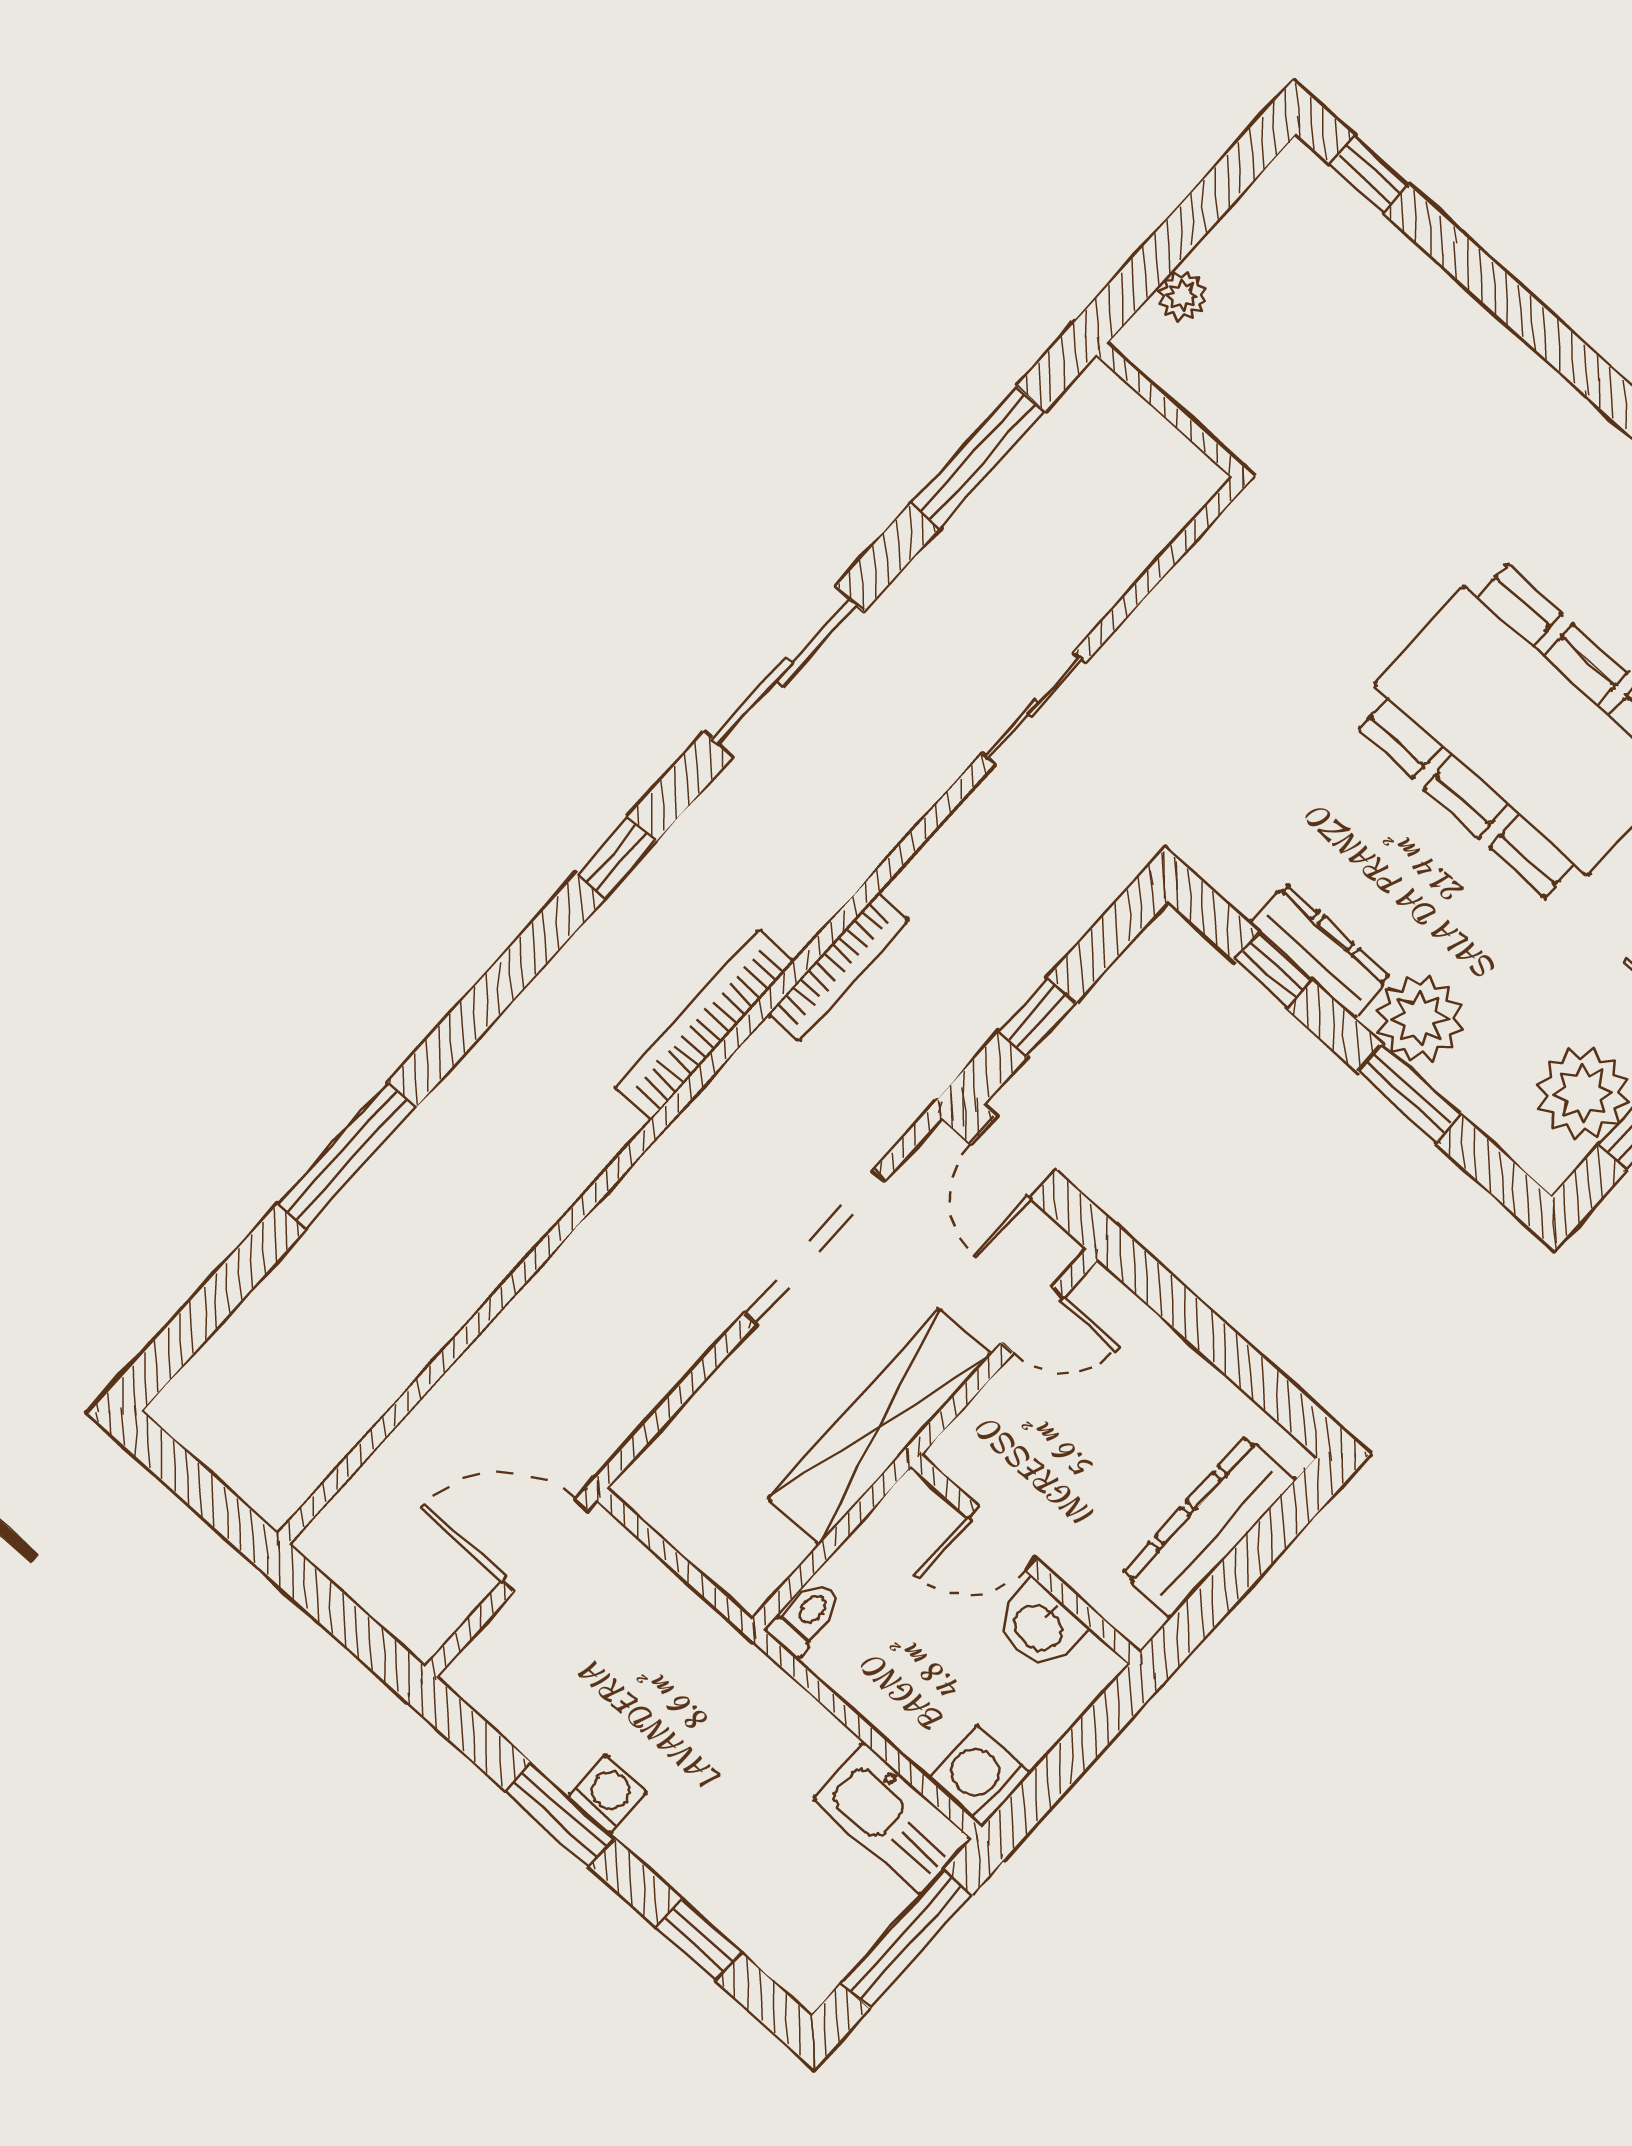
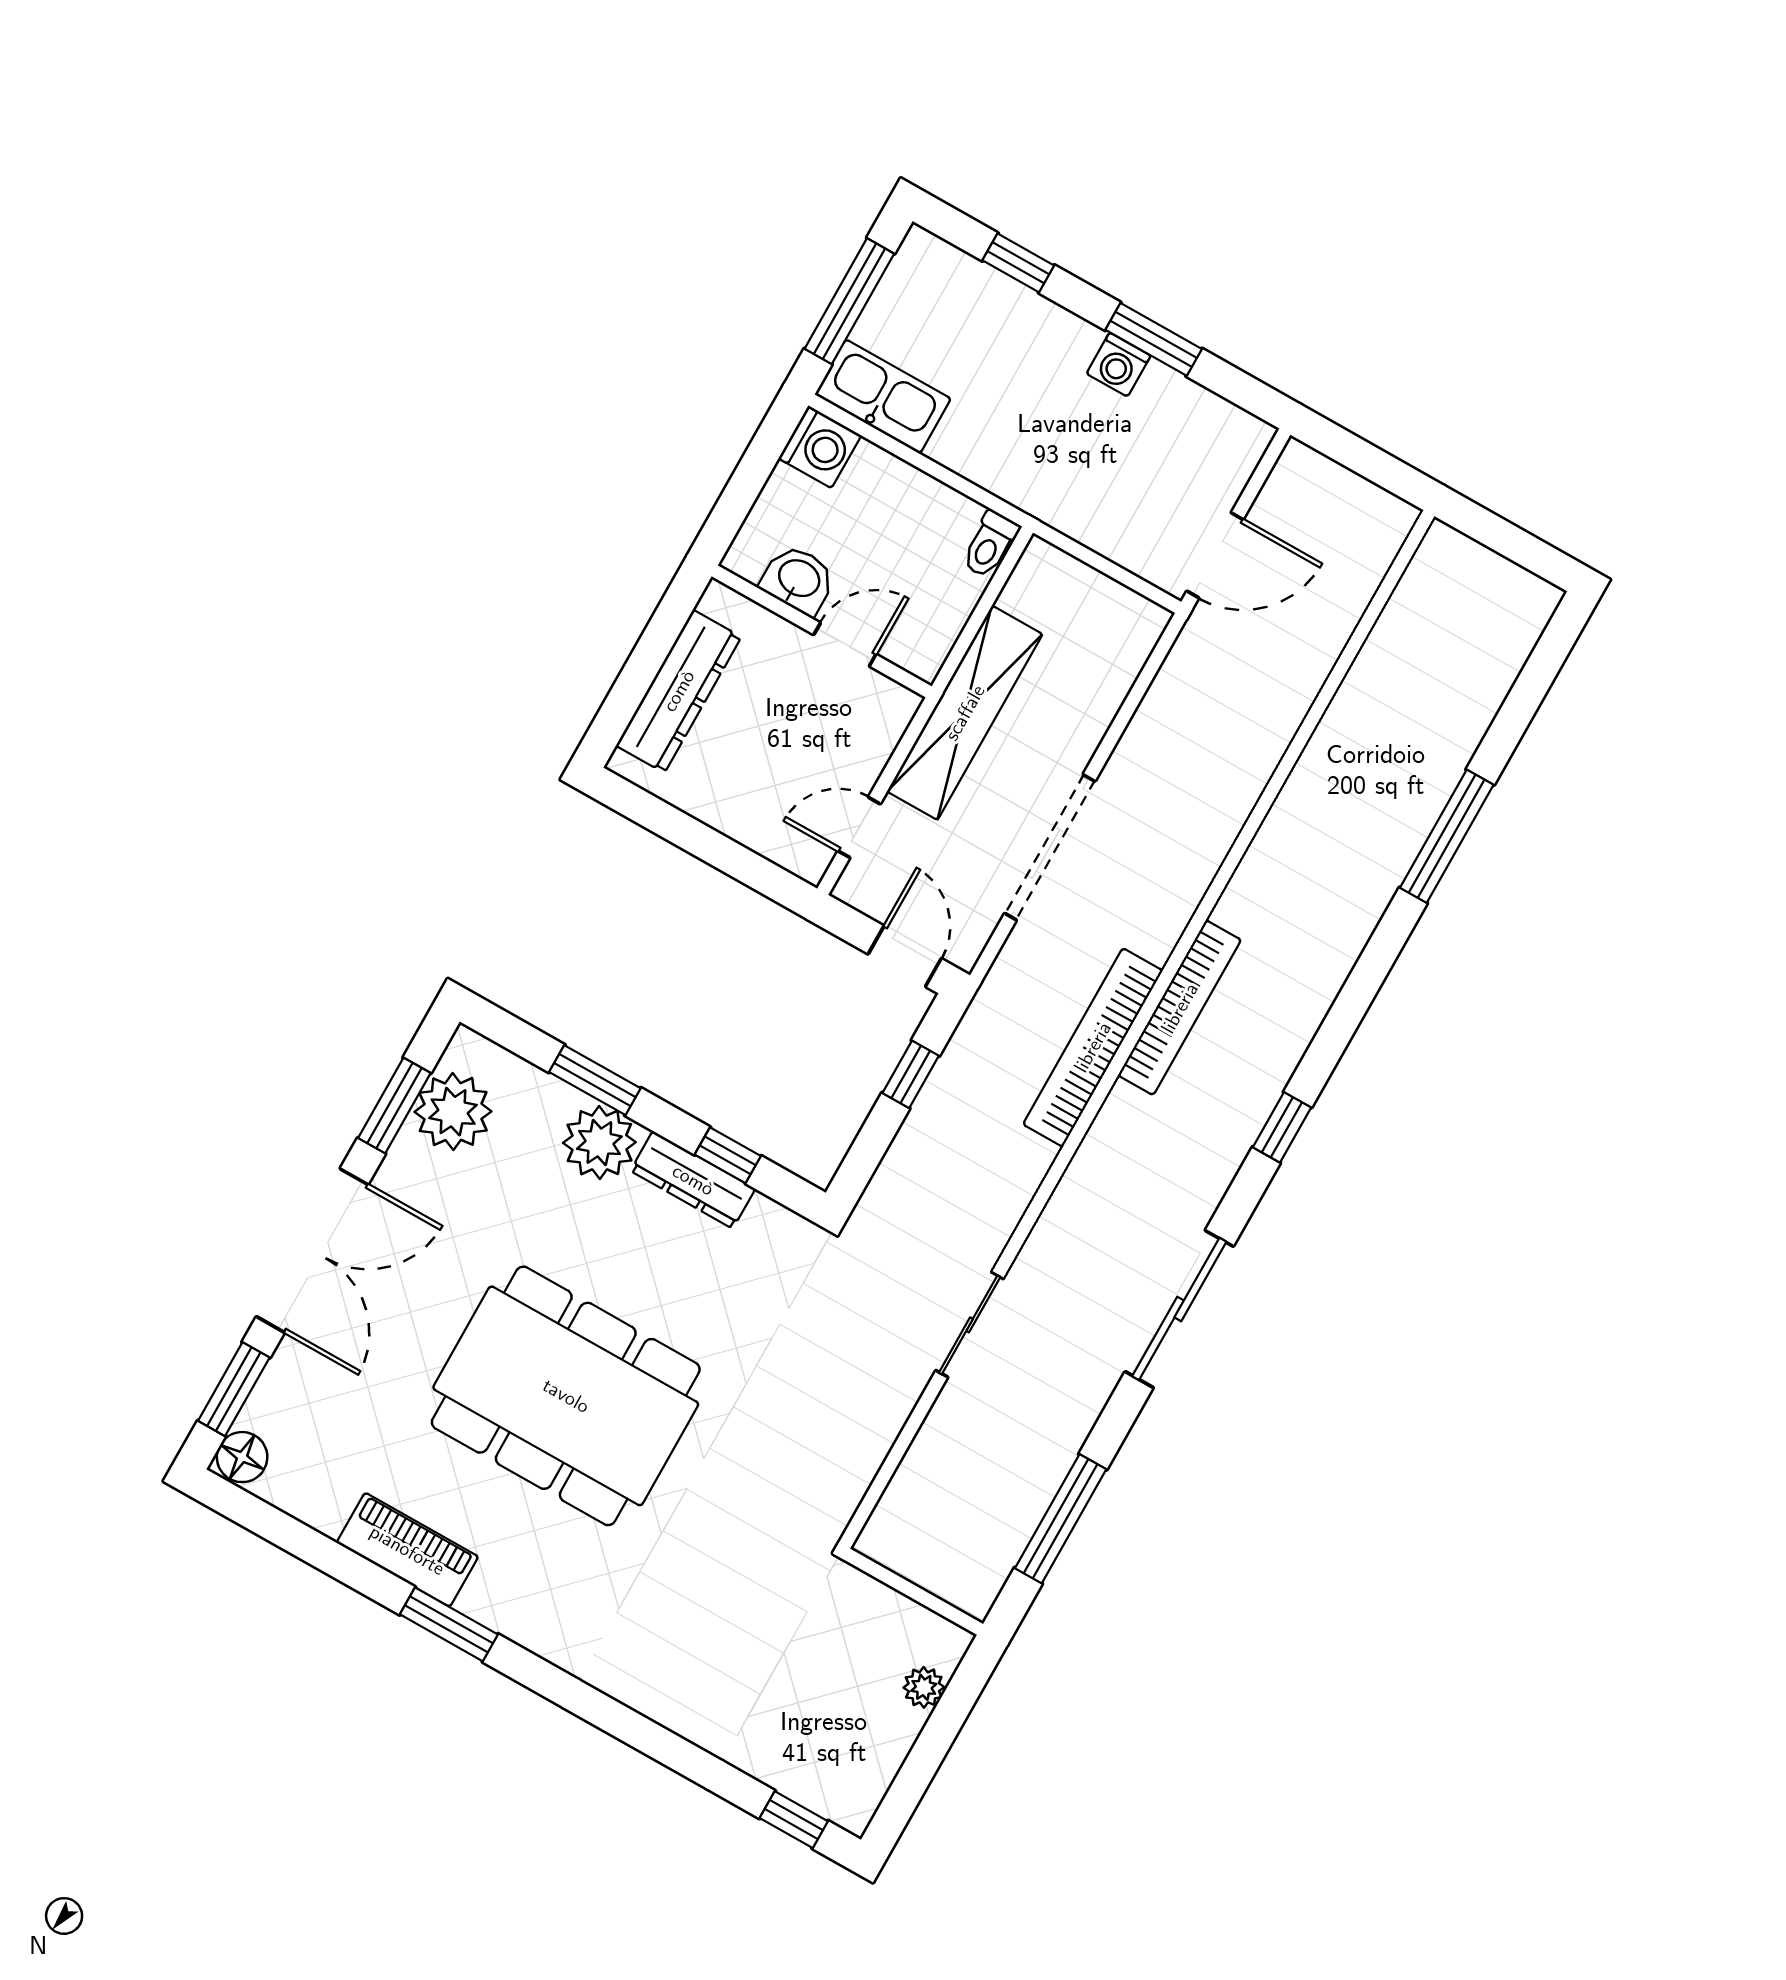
bookcase: (838, 967) -> (1093, 1047), width x1.48, depth x1.31

